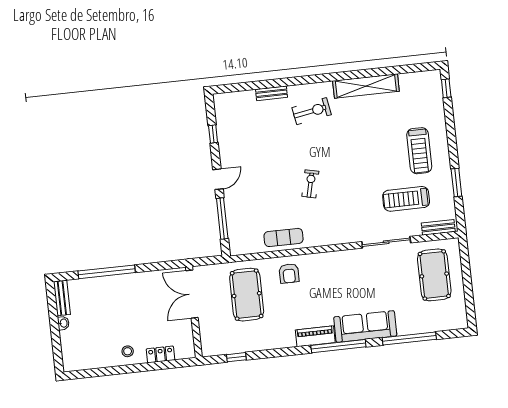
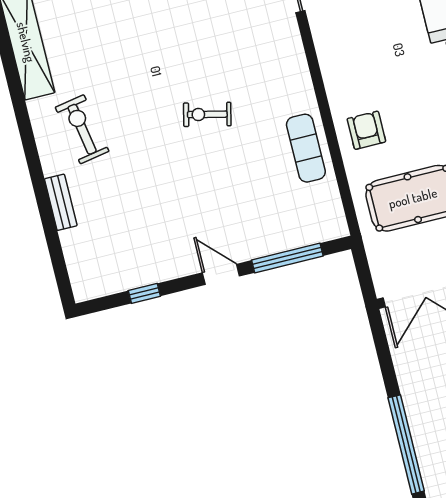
armchair: (289, 273) -> (366, 130), turned -90

